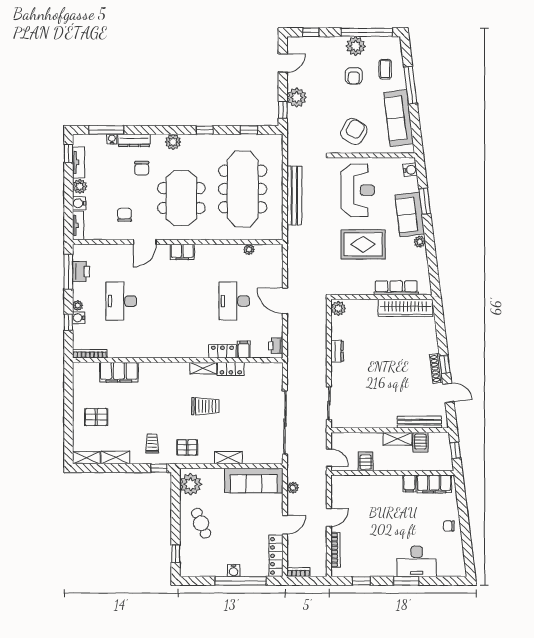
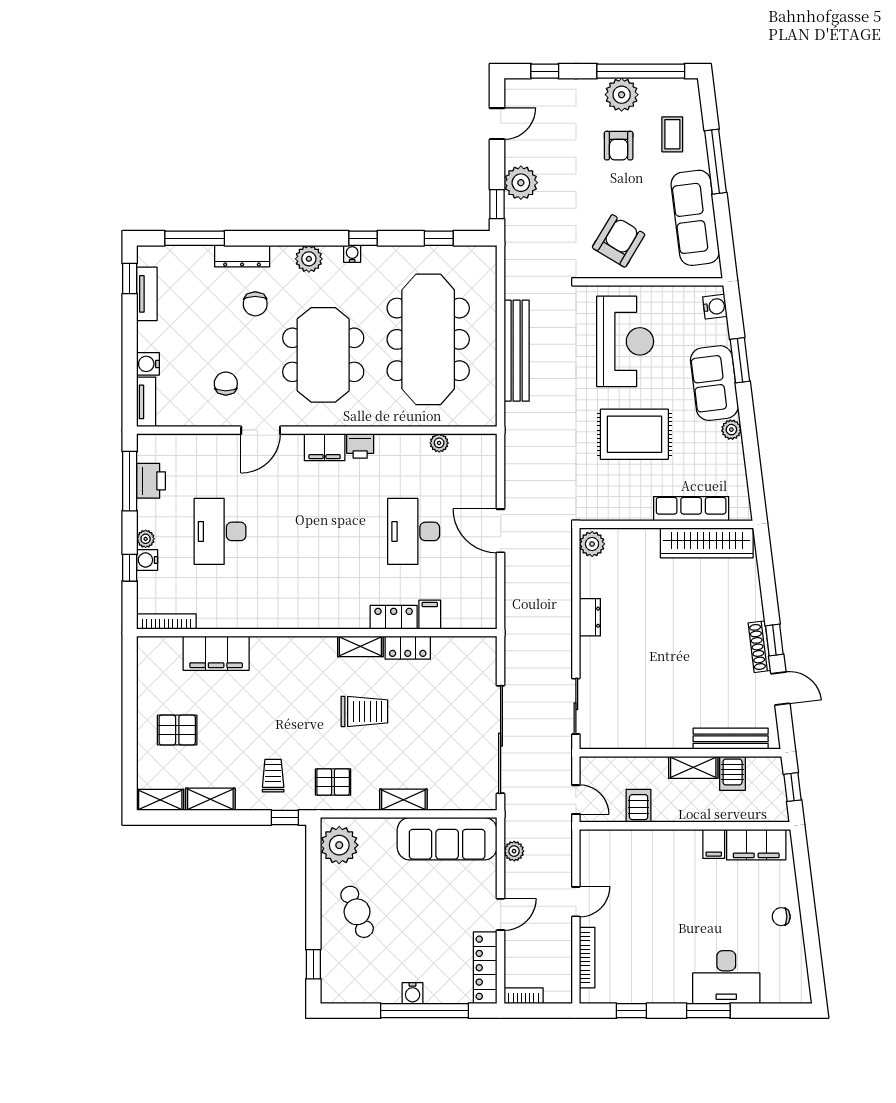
water cooler: (112, 139) -> (352, 254), moved
plant: (80, 186) -> (149, 335), removed
printer: (276, 346) -> (360, 446), moved, turned -90

